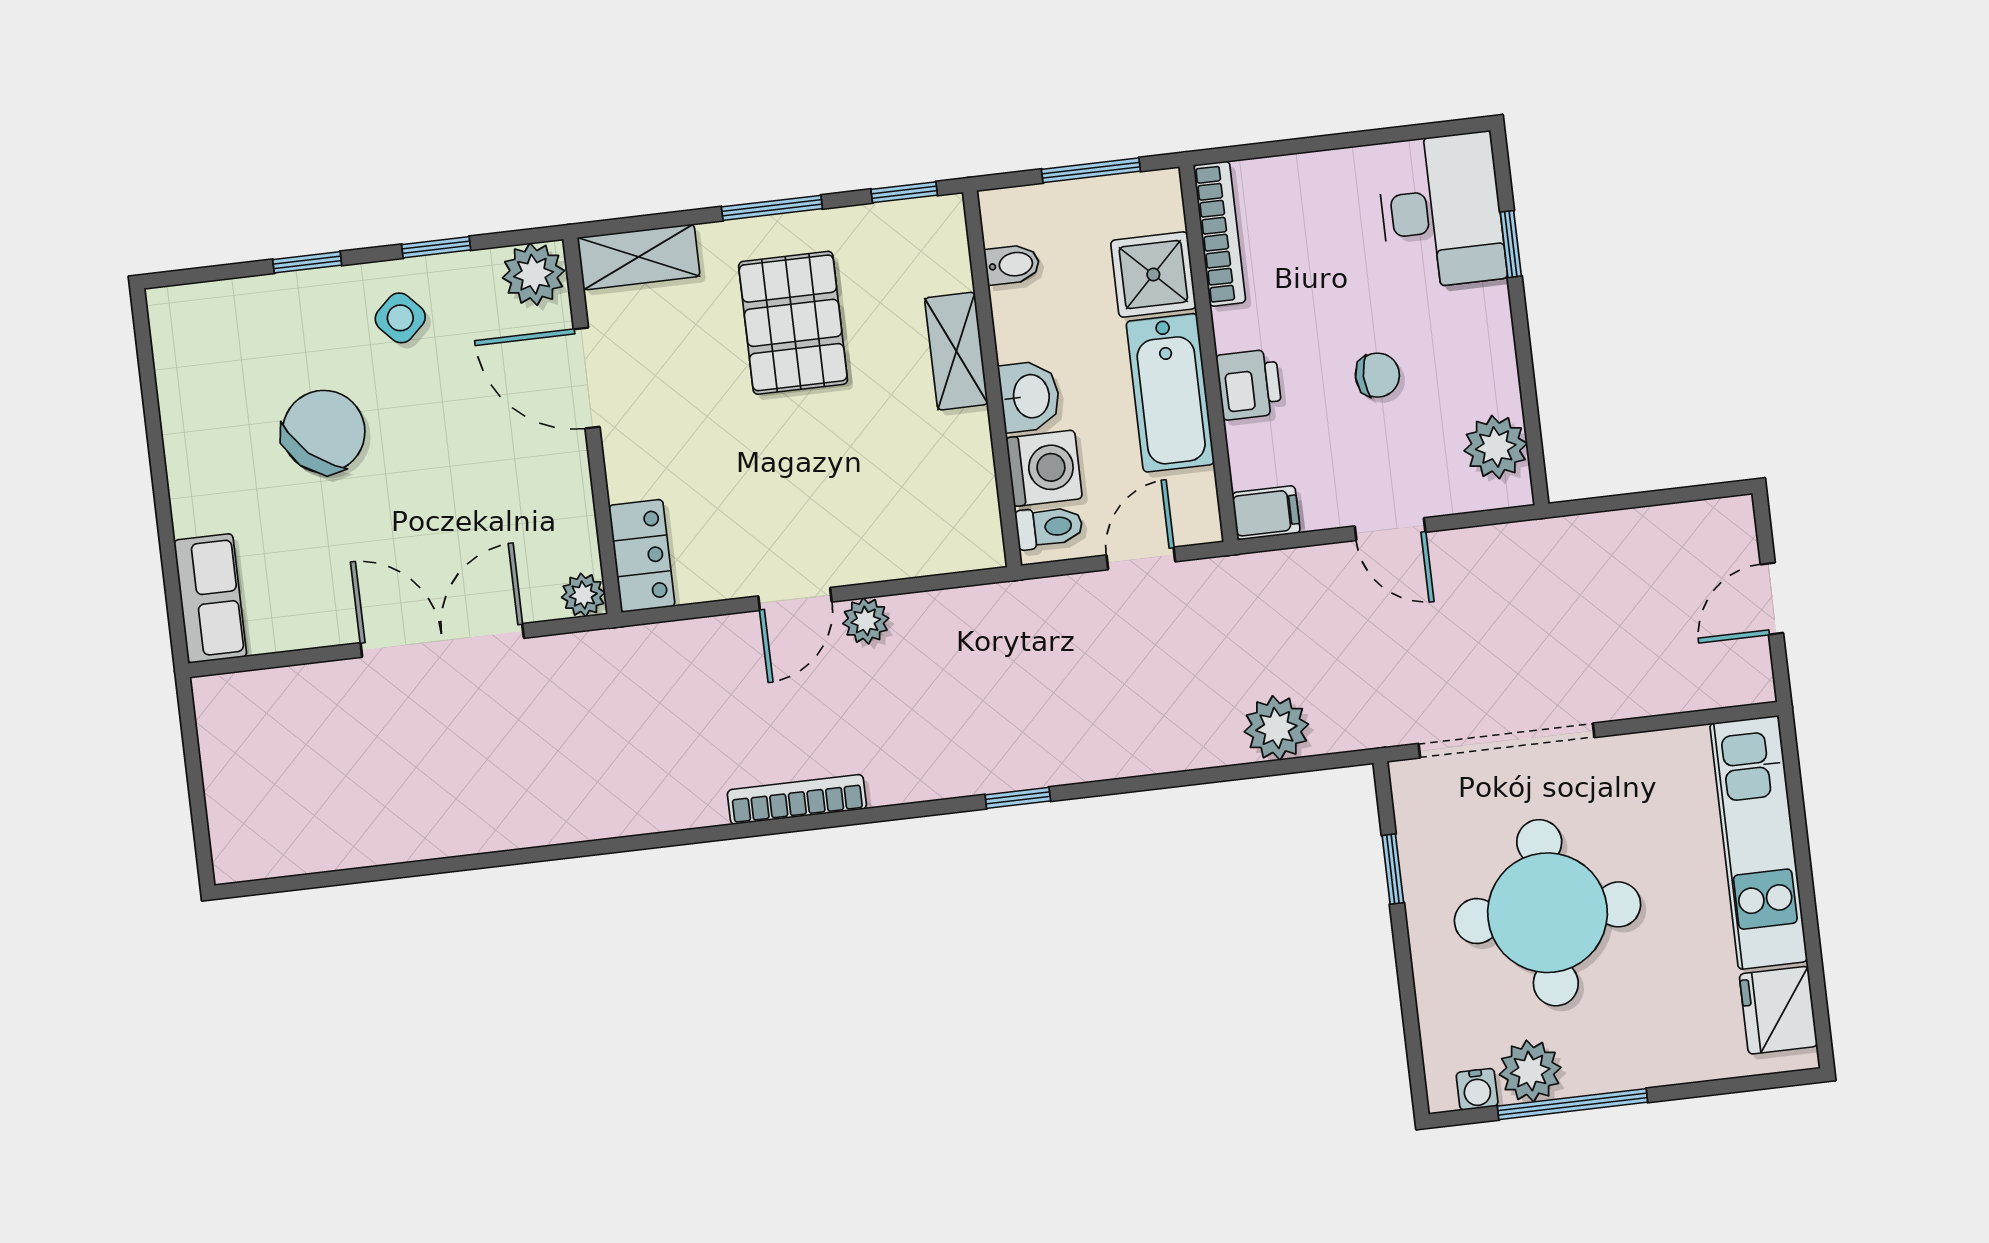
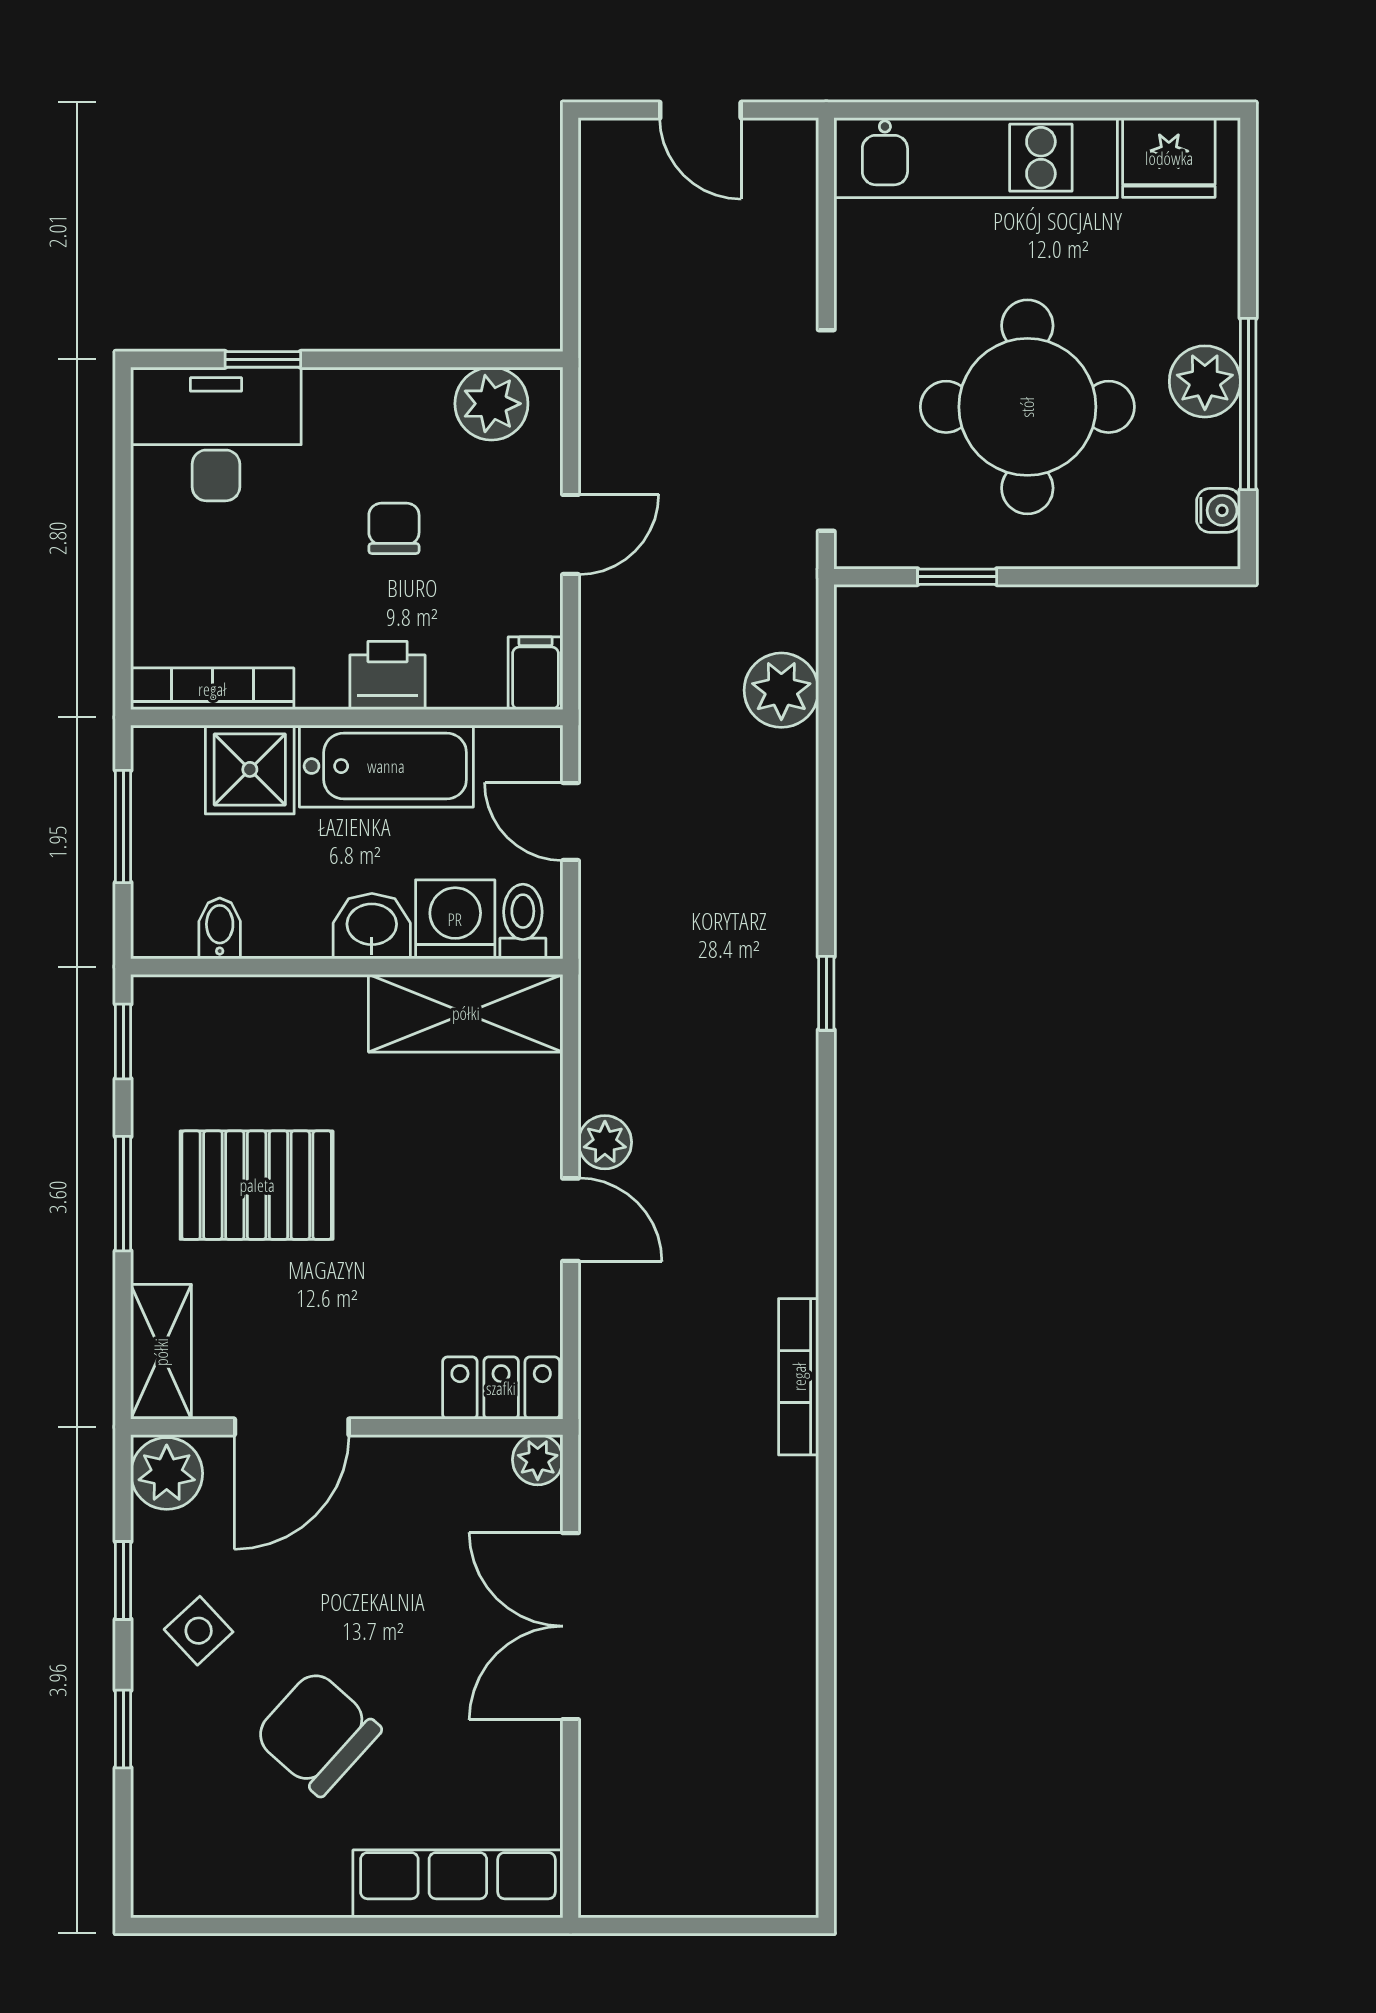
shelving: (956, 351) -> (466, 1013), moved, width x1.50, depth x1.33
row of seats: (210, 598) -> (458, 1884), width x1.48
bookcase: (797, 799) -> (799, 1377), moved
plant: (1530, 1071) -> (1205, 381), moved

